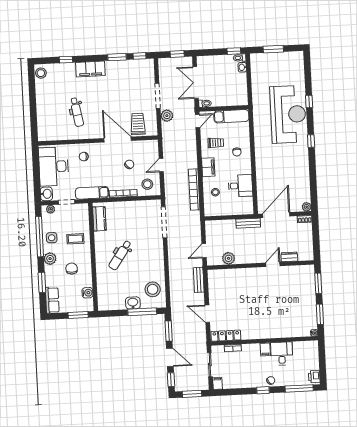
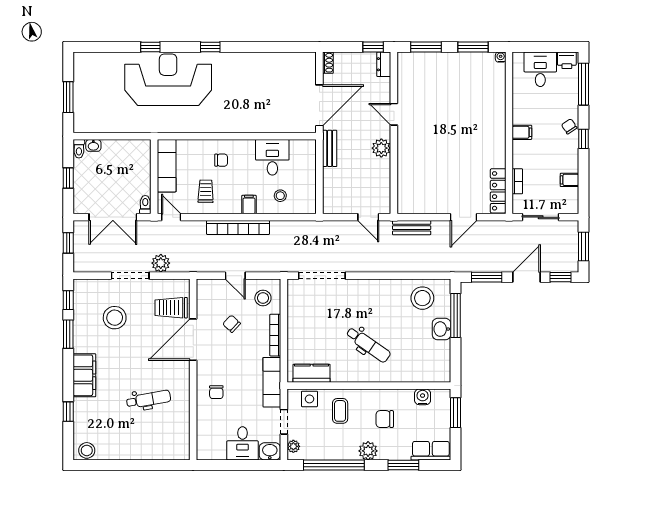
window: (234, 51) -> (68, 178), moved
stool: (129, 87) -> (115, 318), added
desk: (54, 166) -> (243, 443), width x0.53, depth x0.77
filing cabinet: (208, 167) -> (249, 205), width x0.50
bookcase: (194, 190) -> (238, 228), moved
plant: (307, 207) -> (309, 59), removed
door: (276, 215) -> (319, 105), swing flipped
side table: (52, 238) -> (309, 399), moved
window: (316, 248) -> (373, 47), added
dresser: (289, 257) -> (384, 64), moved
plant: (229, 258) -> (381, 148), moved
desk: (282, 354) -> (540, 69), moved, turned 90
filing cabinet: (218, 383) -> (570, 180), moved

